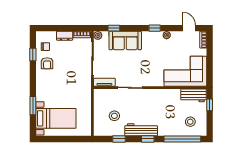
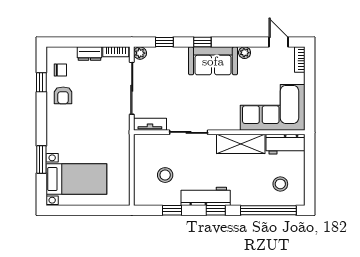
window: (155, 28) -> (202, 42), moved
sofa: (125, 41) -> (213, 61), moved
shelving: (164, 95) -> (241, 144), added
window: (210, 105) -> (310, 158), removed

